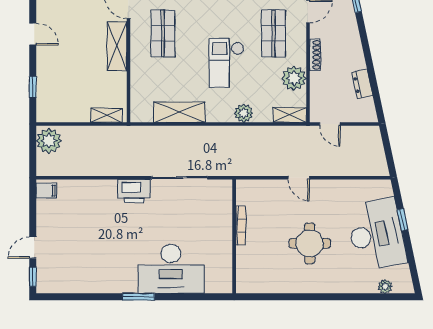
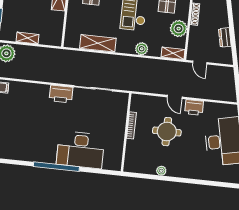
shelving: (106, 115) -> (28, 38), moved
printer: (328, 190) -> (194, 107), added
round table: (310, 243) -> (167, 132), moved
plant: (385, 286) -> (161, 171), moved
window: (139, 297) -> (56, 167), width x2.11

